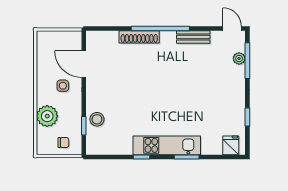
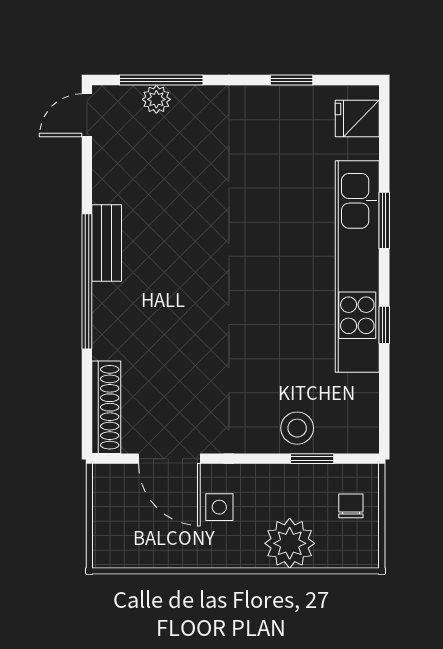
shoe rack: (139, 37) -> (106, 407), moved
bench: (193, 37) -> (107, 243), moved
door: (84, 64) -> (169, 459), hinge flipped
kitchen unit: (167, 145) -> (357, 267), width x1.36

